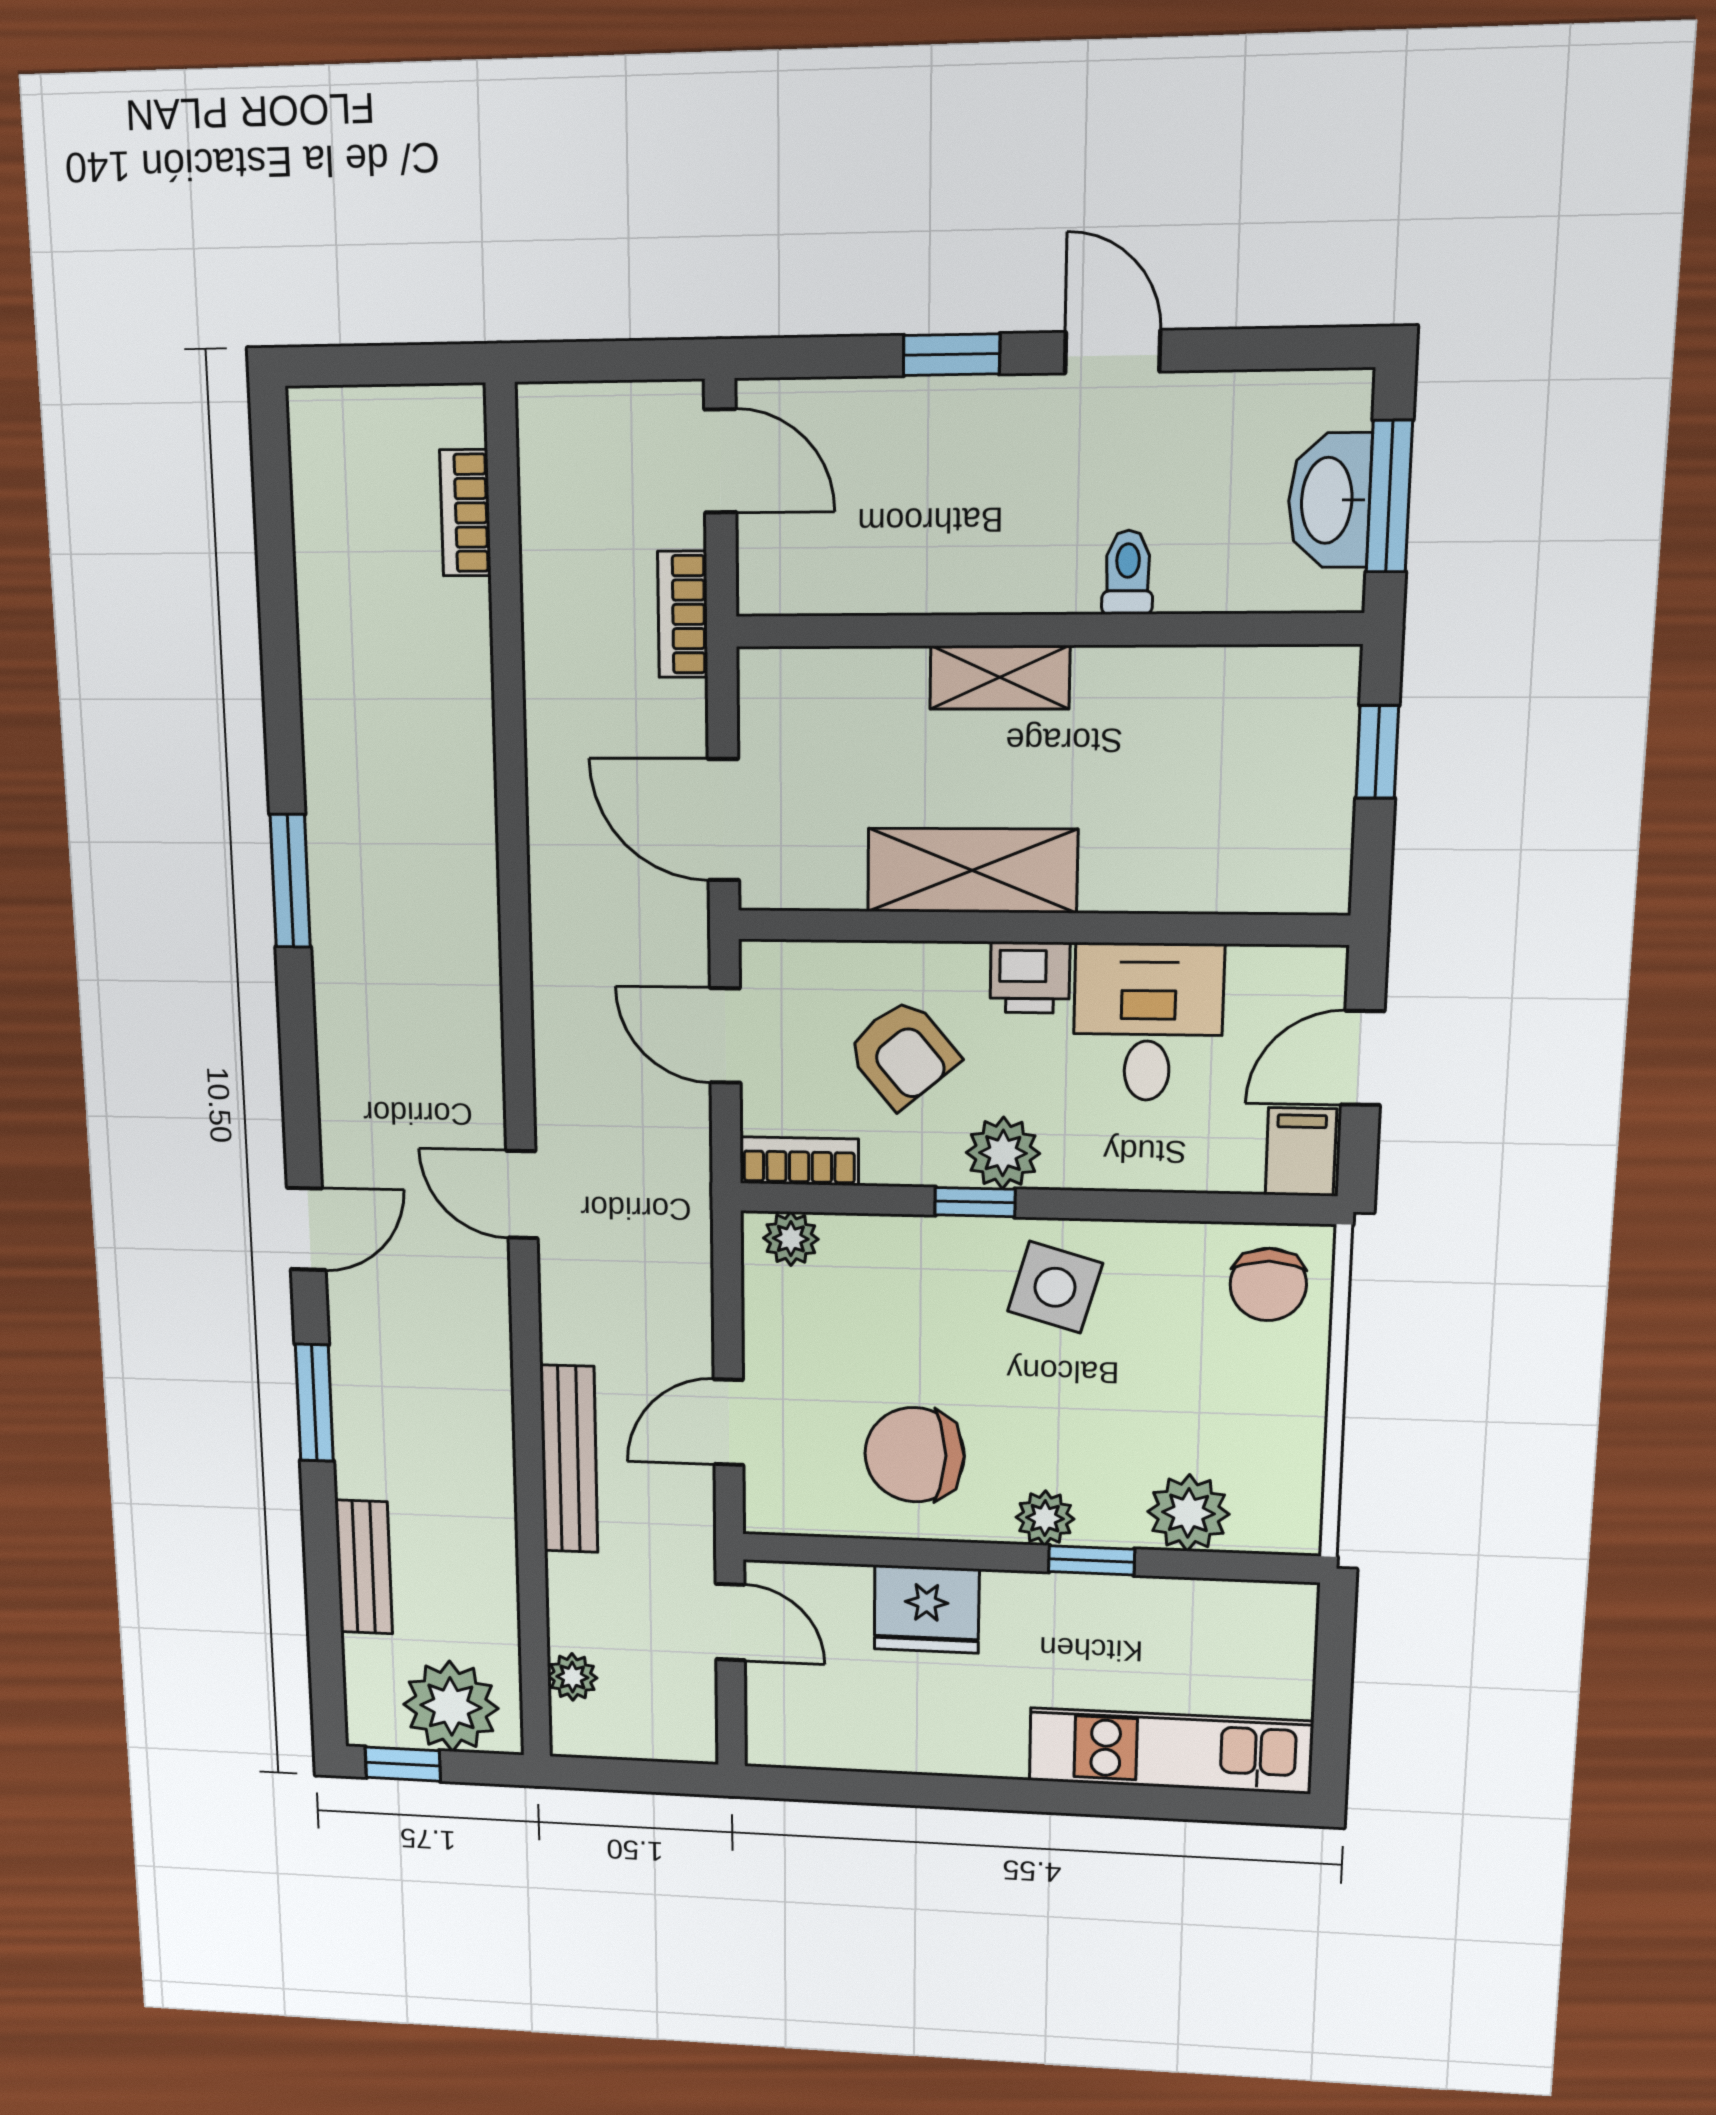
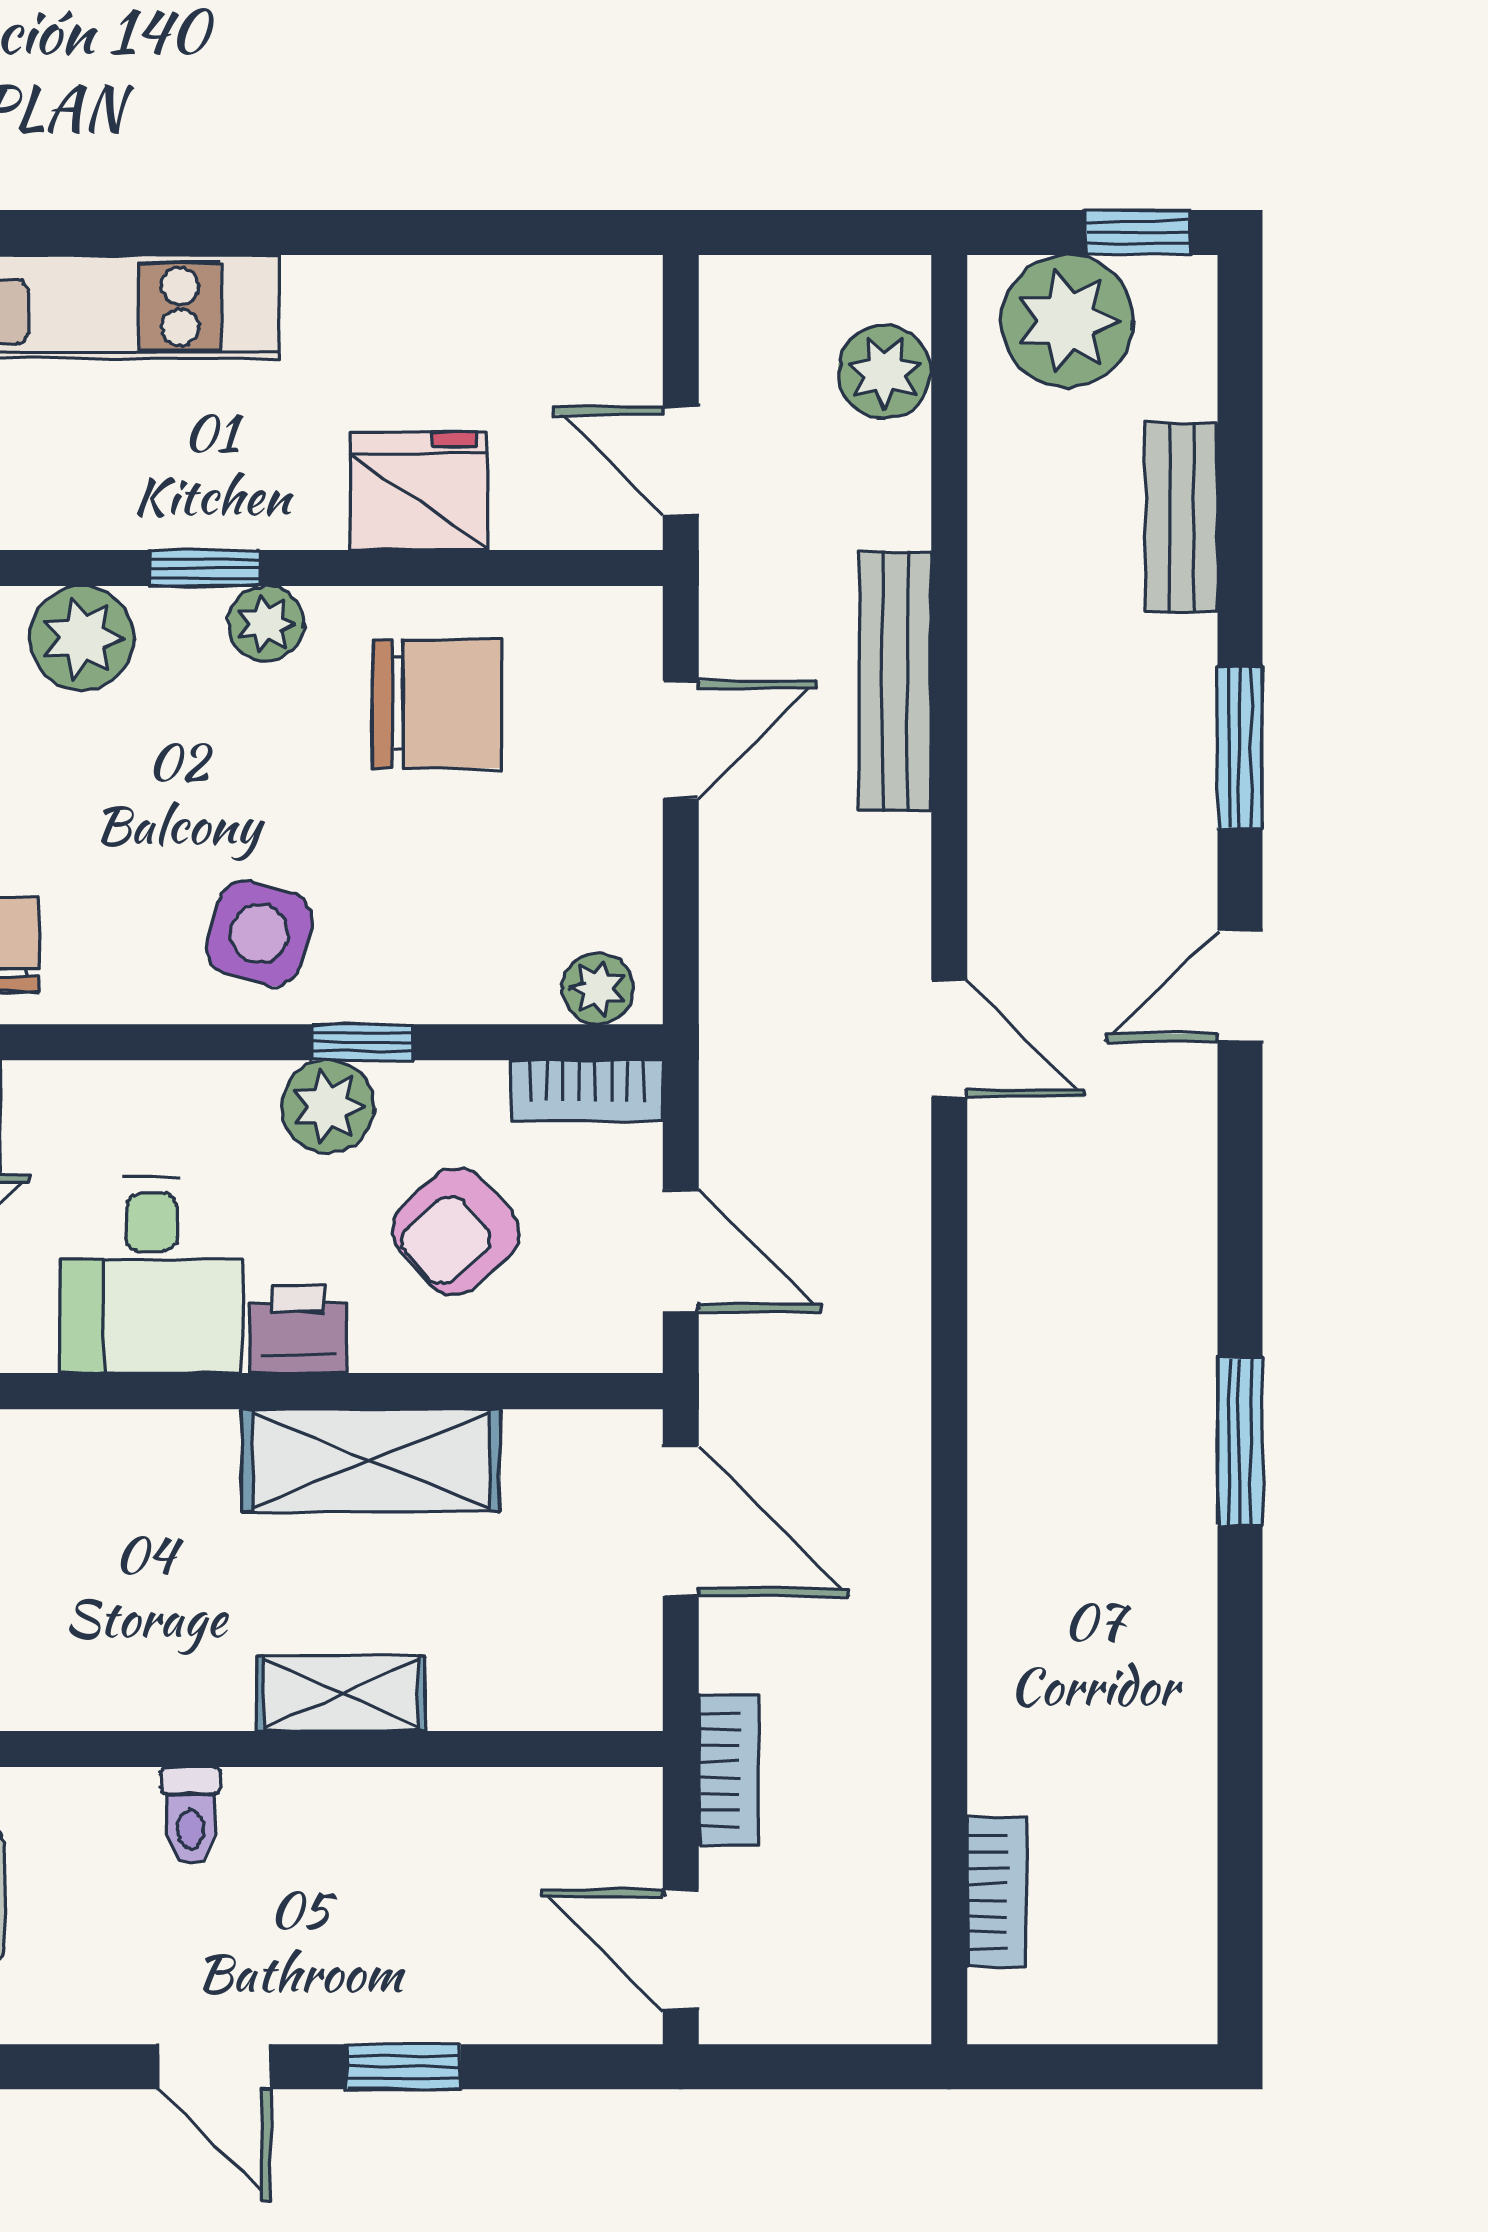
armchair: (903, 1053) -> (456, 1231), turned -92
plant: (572, 1677) -> (885, 372), width x1.38, depth x1.38

